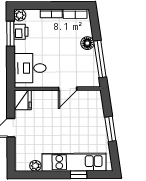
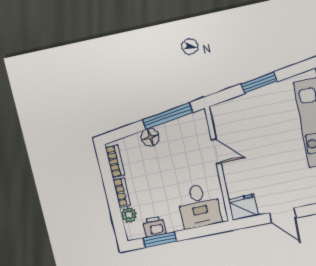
plant: (20, 15) -> (129, 215), moved

